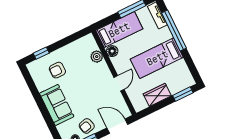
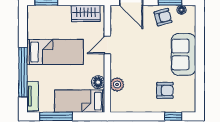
wardrobe: (157, 95) -> (86, 13), moved

